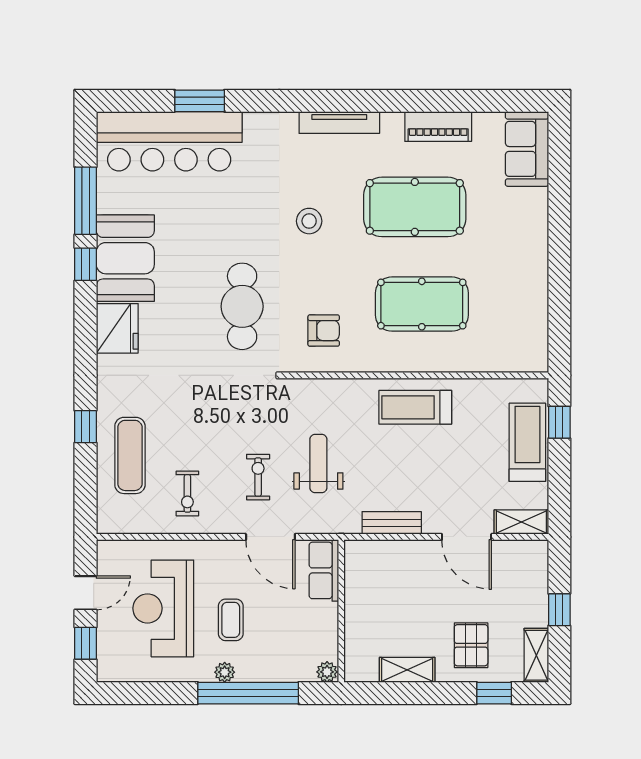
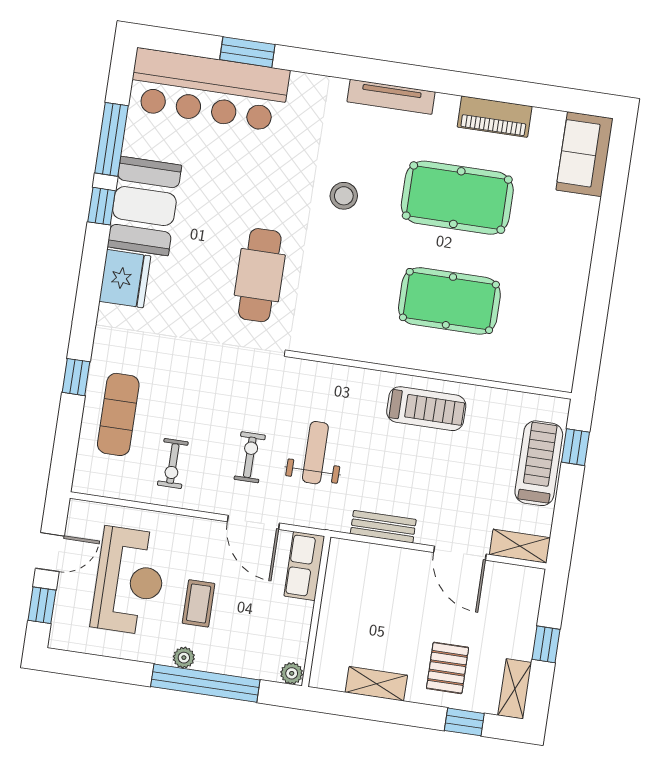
armchair: (324, 331) -> (342, 313), removed
treadmill: (415, 407) -> (426, 409), turned 180
reception desk: (163, 608) -> (129, 581), turned 180

